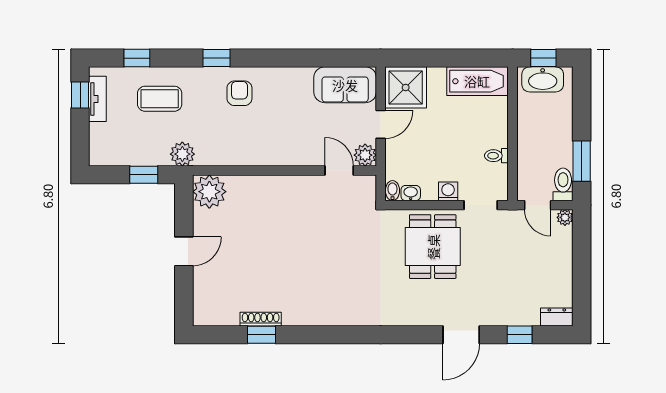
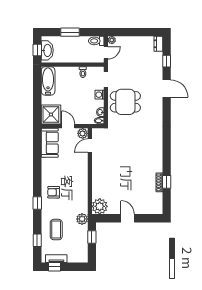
window: (582, 161) -> (70, 32), moved

